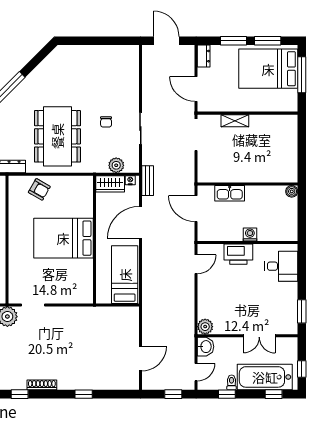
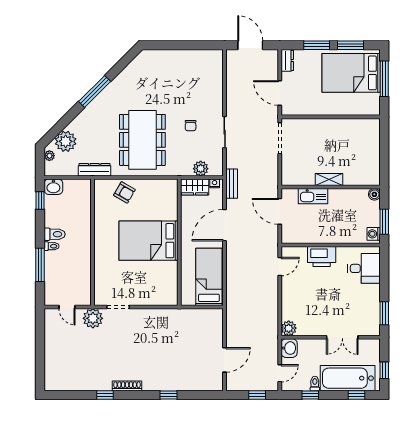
shelving: (235, 121) -> (329, 180), moved
window: (302, 219) -> (384, 222), added
washing machine: (250, 234) -> (374, 234), moved, turned -90

